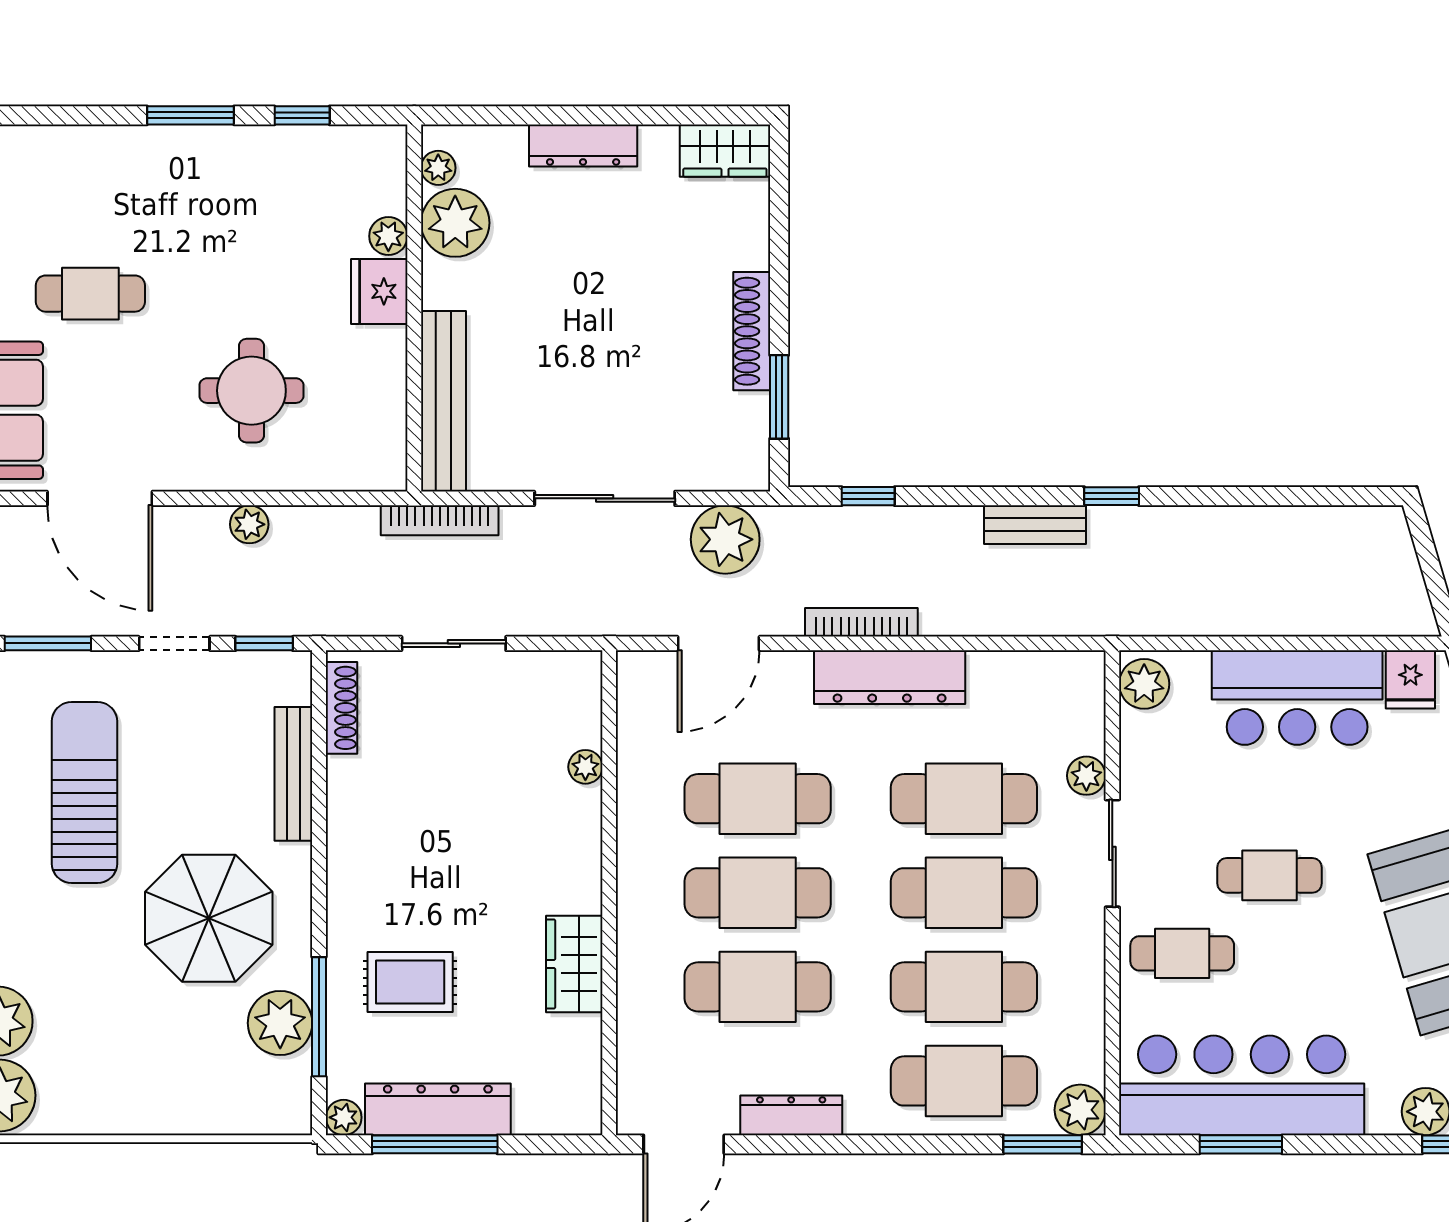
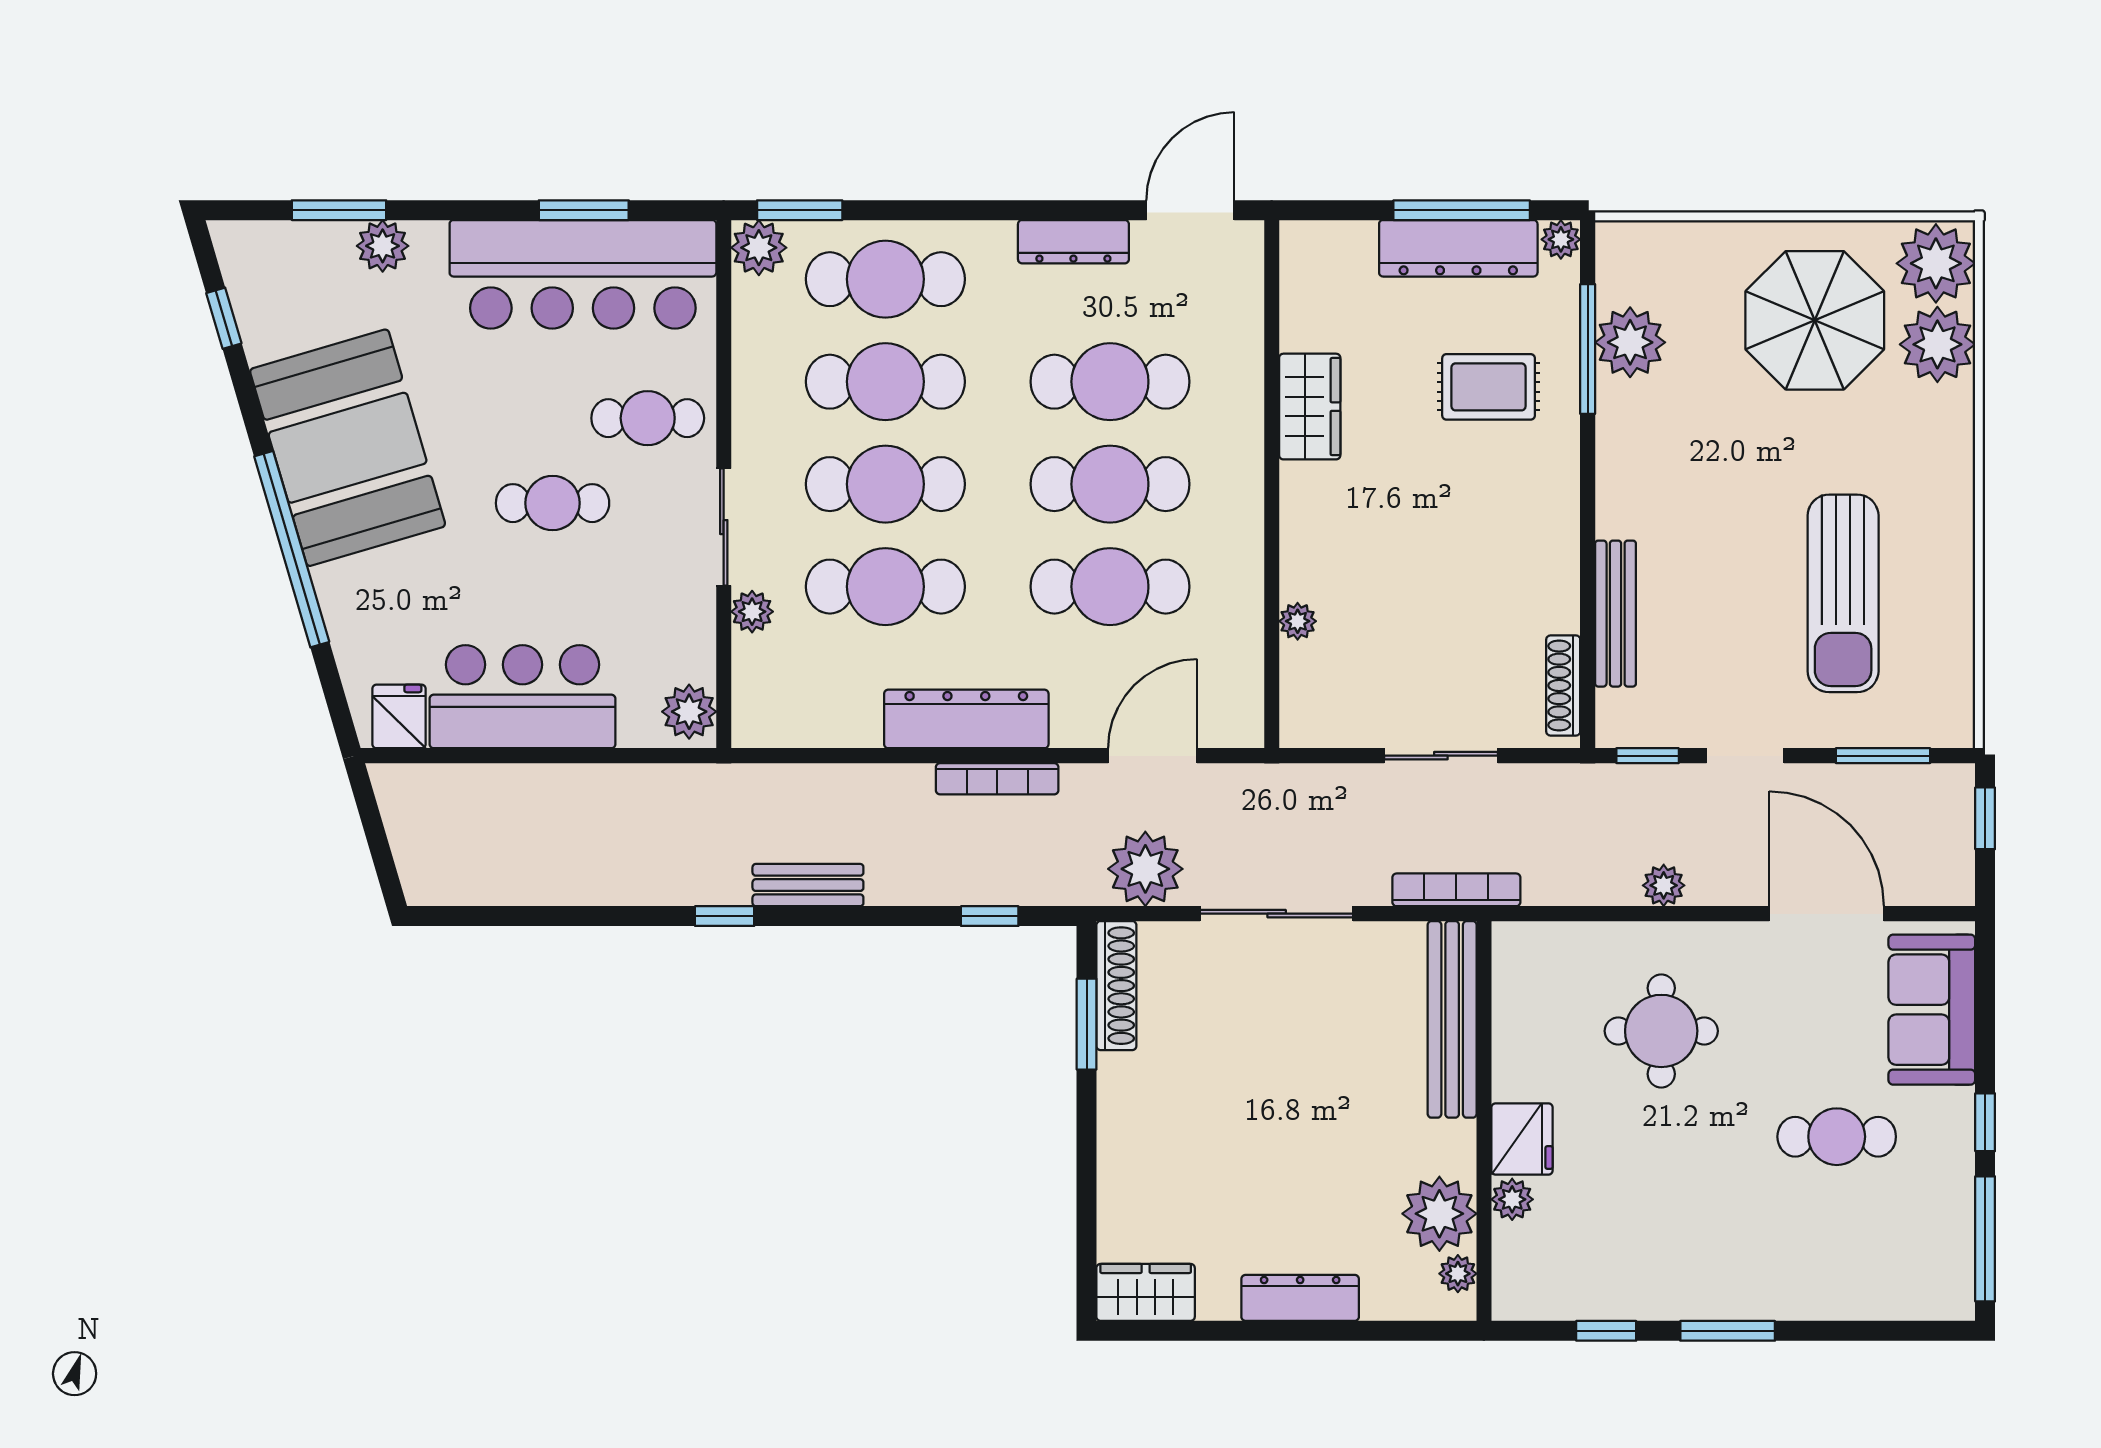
shoe rack: (752, 331) -> (1116, 986), moved
parasol: (209, 918) -> (1815, 320), moved

